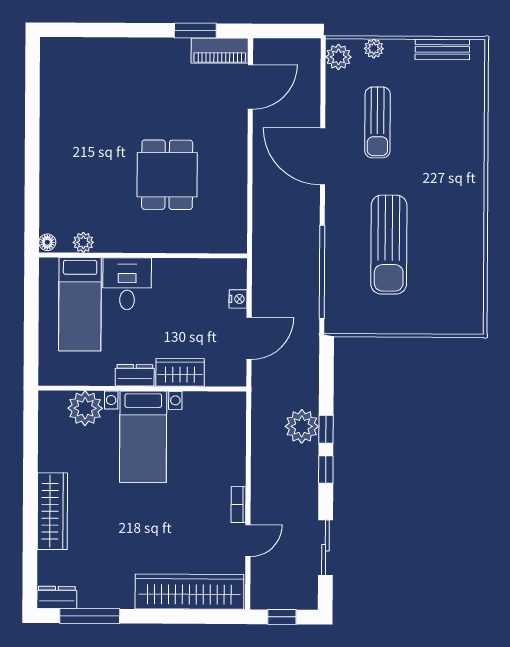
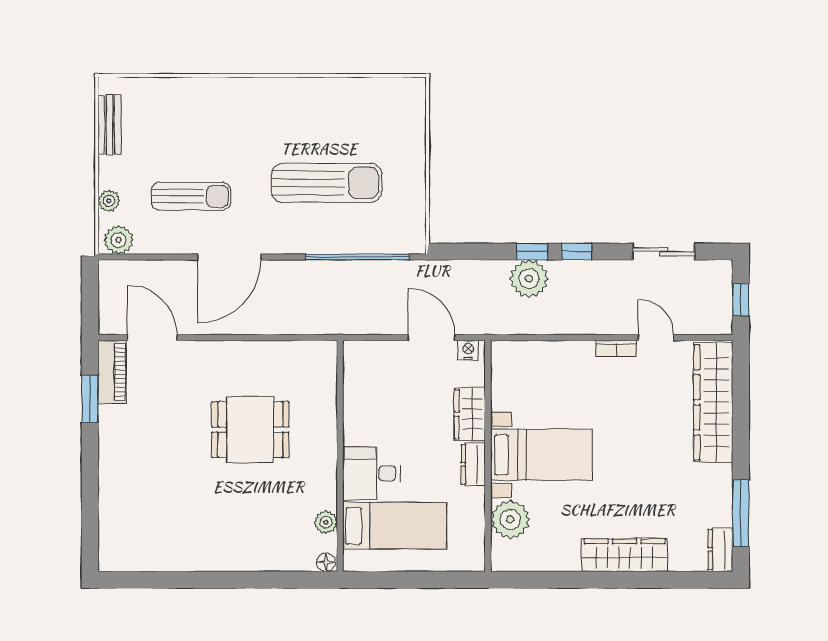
nightstand: (238, 299) -> (468, 350), moved

